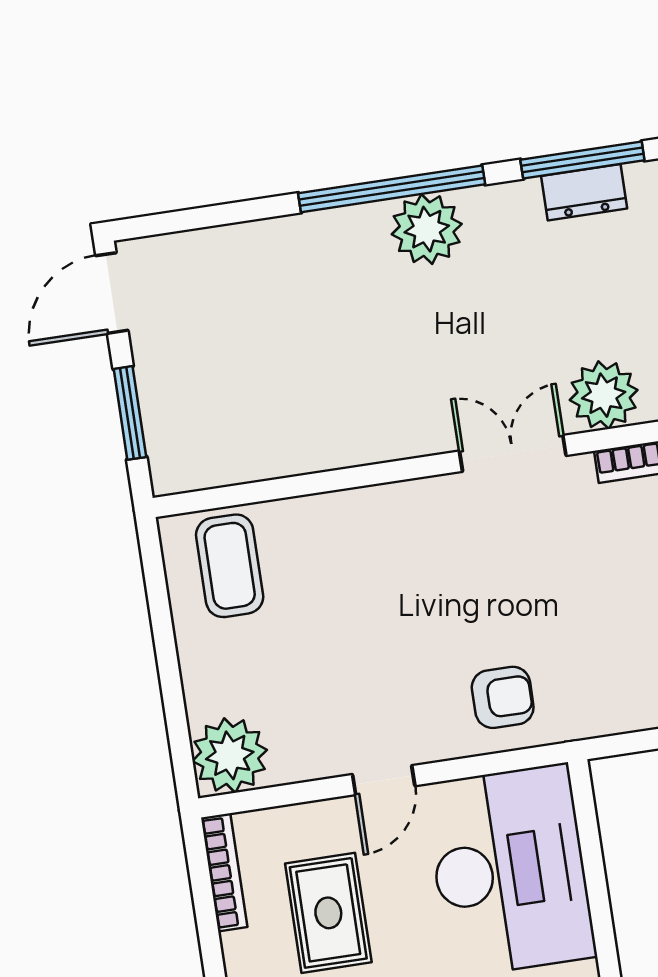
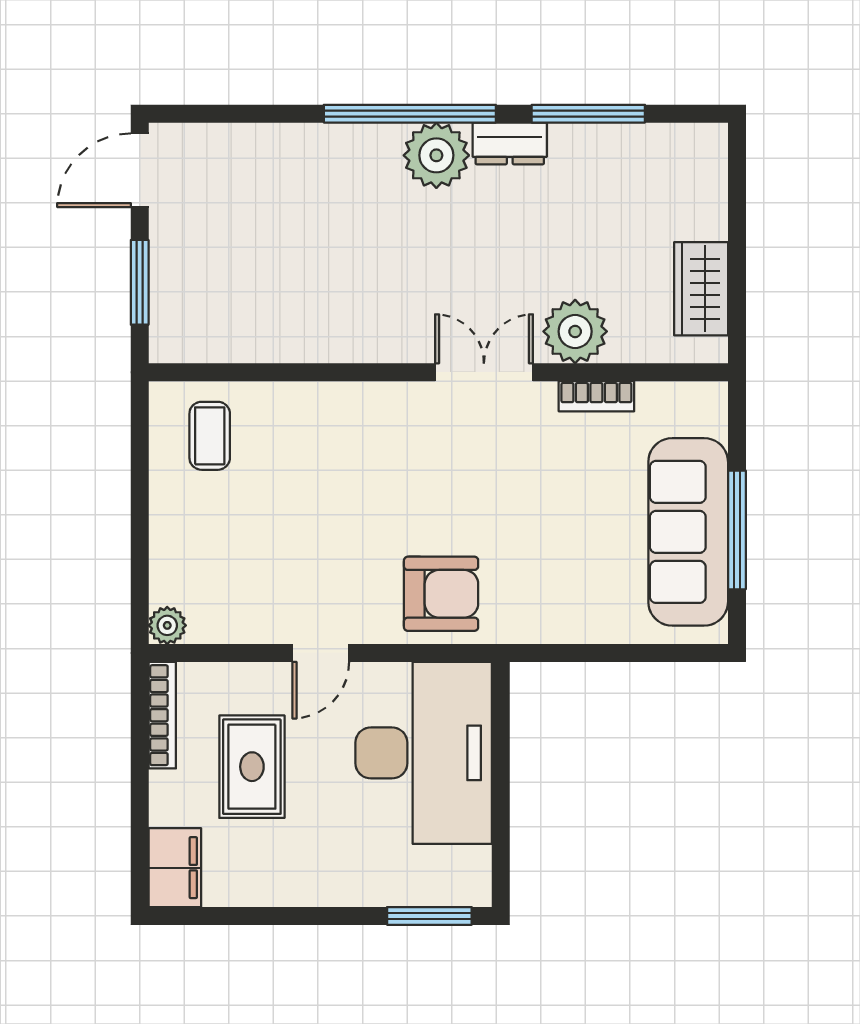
dresser: (584, 192) -> (510, 143), moved
coffee table: (230, 566) -> (210, 436), width x0.73, depth x0.77
armchair: (503, 697) -> (441, 594), width x1.38, depth x1.38
plant: (230, 755) -> (167, 625), width x0.53, depth x0.53

